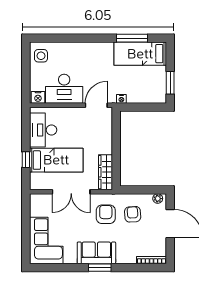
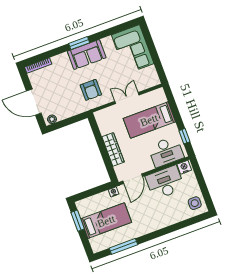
bed: (140, 54) -> (106, 221), moved
desk: (43, 130) -> (166, 152), moved, turned 90
window: (26, 160) -> (184, 136), moved
wardrobe: (106, 172) -> (113, 149), moved
double door: (71, 192) -> (127, 98), width x0.73
armchair: (133, 214) -> (68, 98), removed

